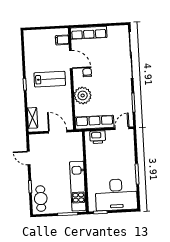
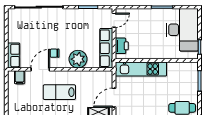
row of seats: (89, 33) -> (14, 55), width x0.68
lab bench: (50, 79) -> (59, 92), turned -90
door: (122, 128) -> (114, 20), swing flipped
door: (58, 132) -> (114, 98), moved
kitchen unit: (78, 186) -> (141, 69), moved

